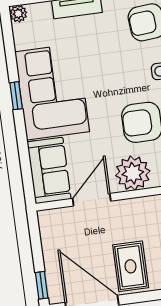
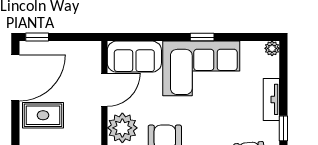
door: (92, 200) -> (104, 90), hinge flipped

